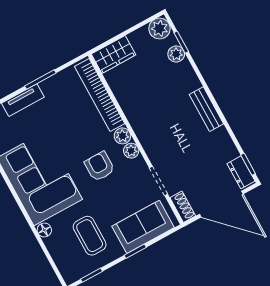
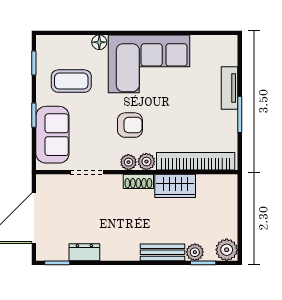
wardrobe: (113, 54) -> (175, 186), moved, turned -90
bench: (206, 109) -> (162, 252), moved
dresser: (241, 172) -> (84, 252), moved
shoe rack: (183, 207) -> (138, 181), moved

